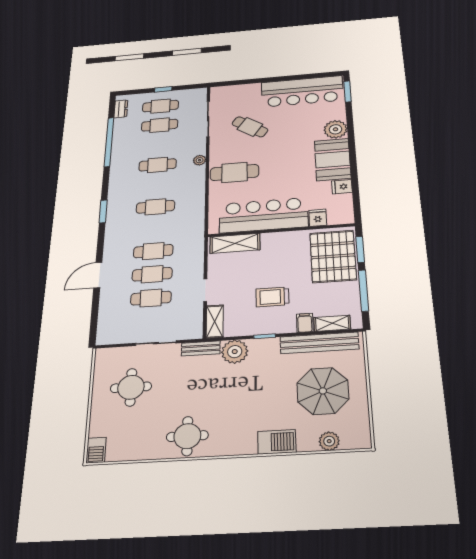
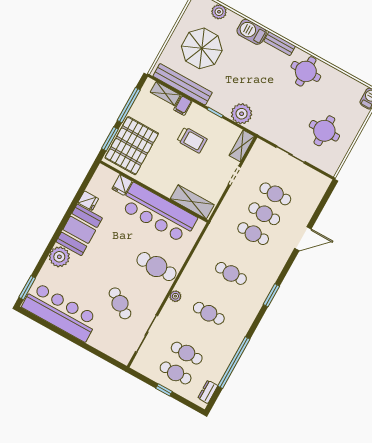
bench: (201, 348) -> (280, 44), moved

